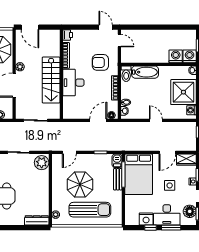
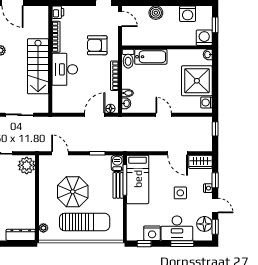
boiler: (149, 35) -> (156, 13), added
washing machine: (176, 56) -> (188, 14), moved, turned 180
door: (69, 152) -> (60, 153), swing flipped
door: (167, 152) -> (178, 153), hinge flipped
bed: (139, 174) -> (138, 179), width x0.67
window: (150, 228) -> (144, 244), moved

